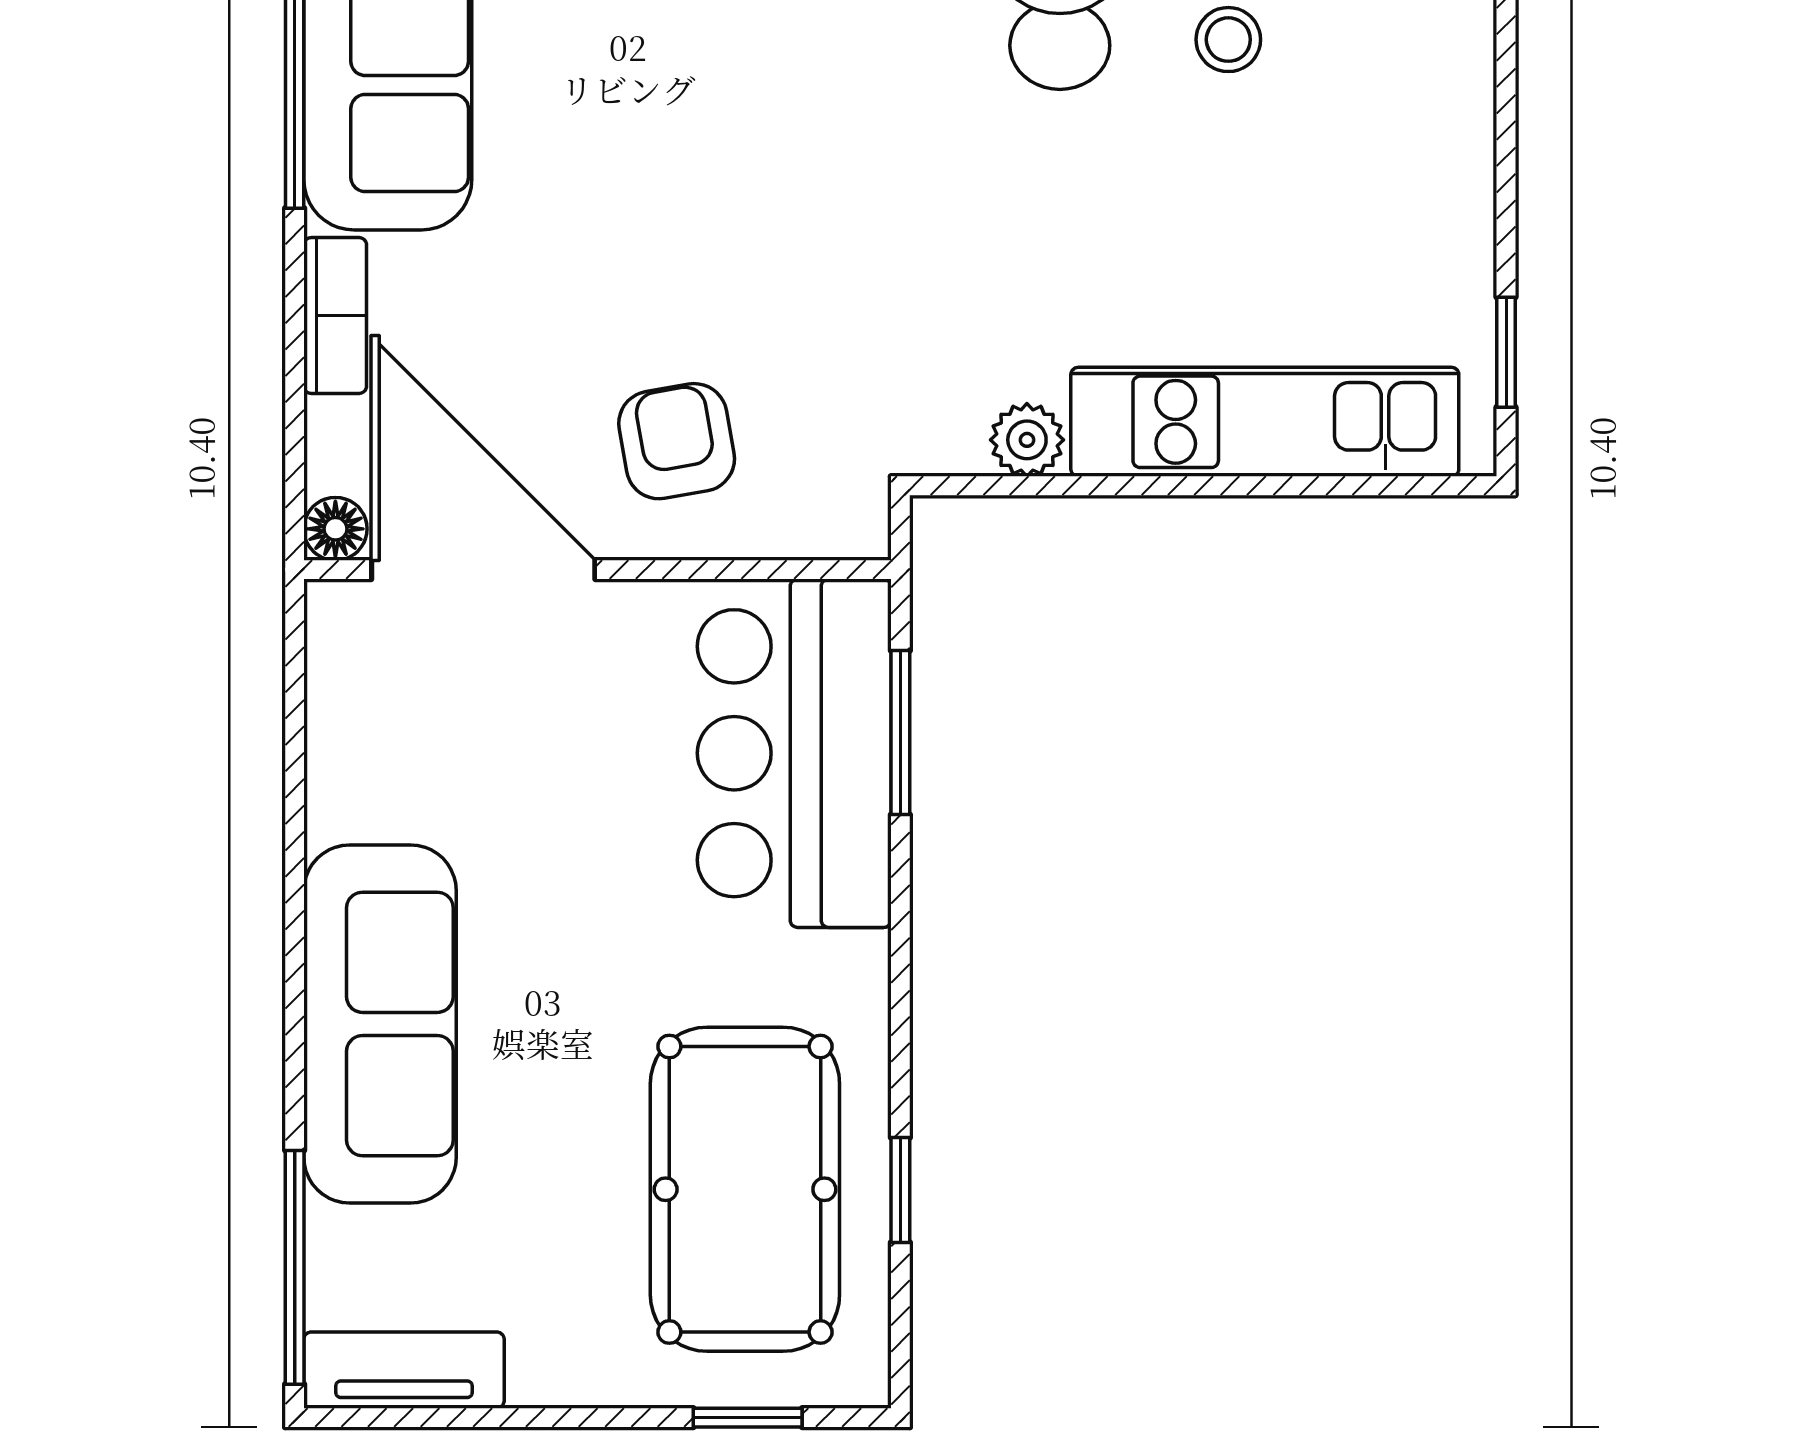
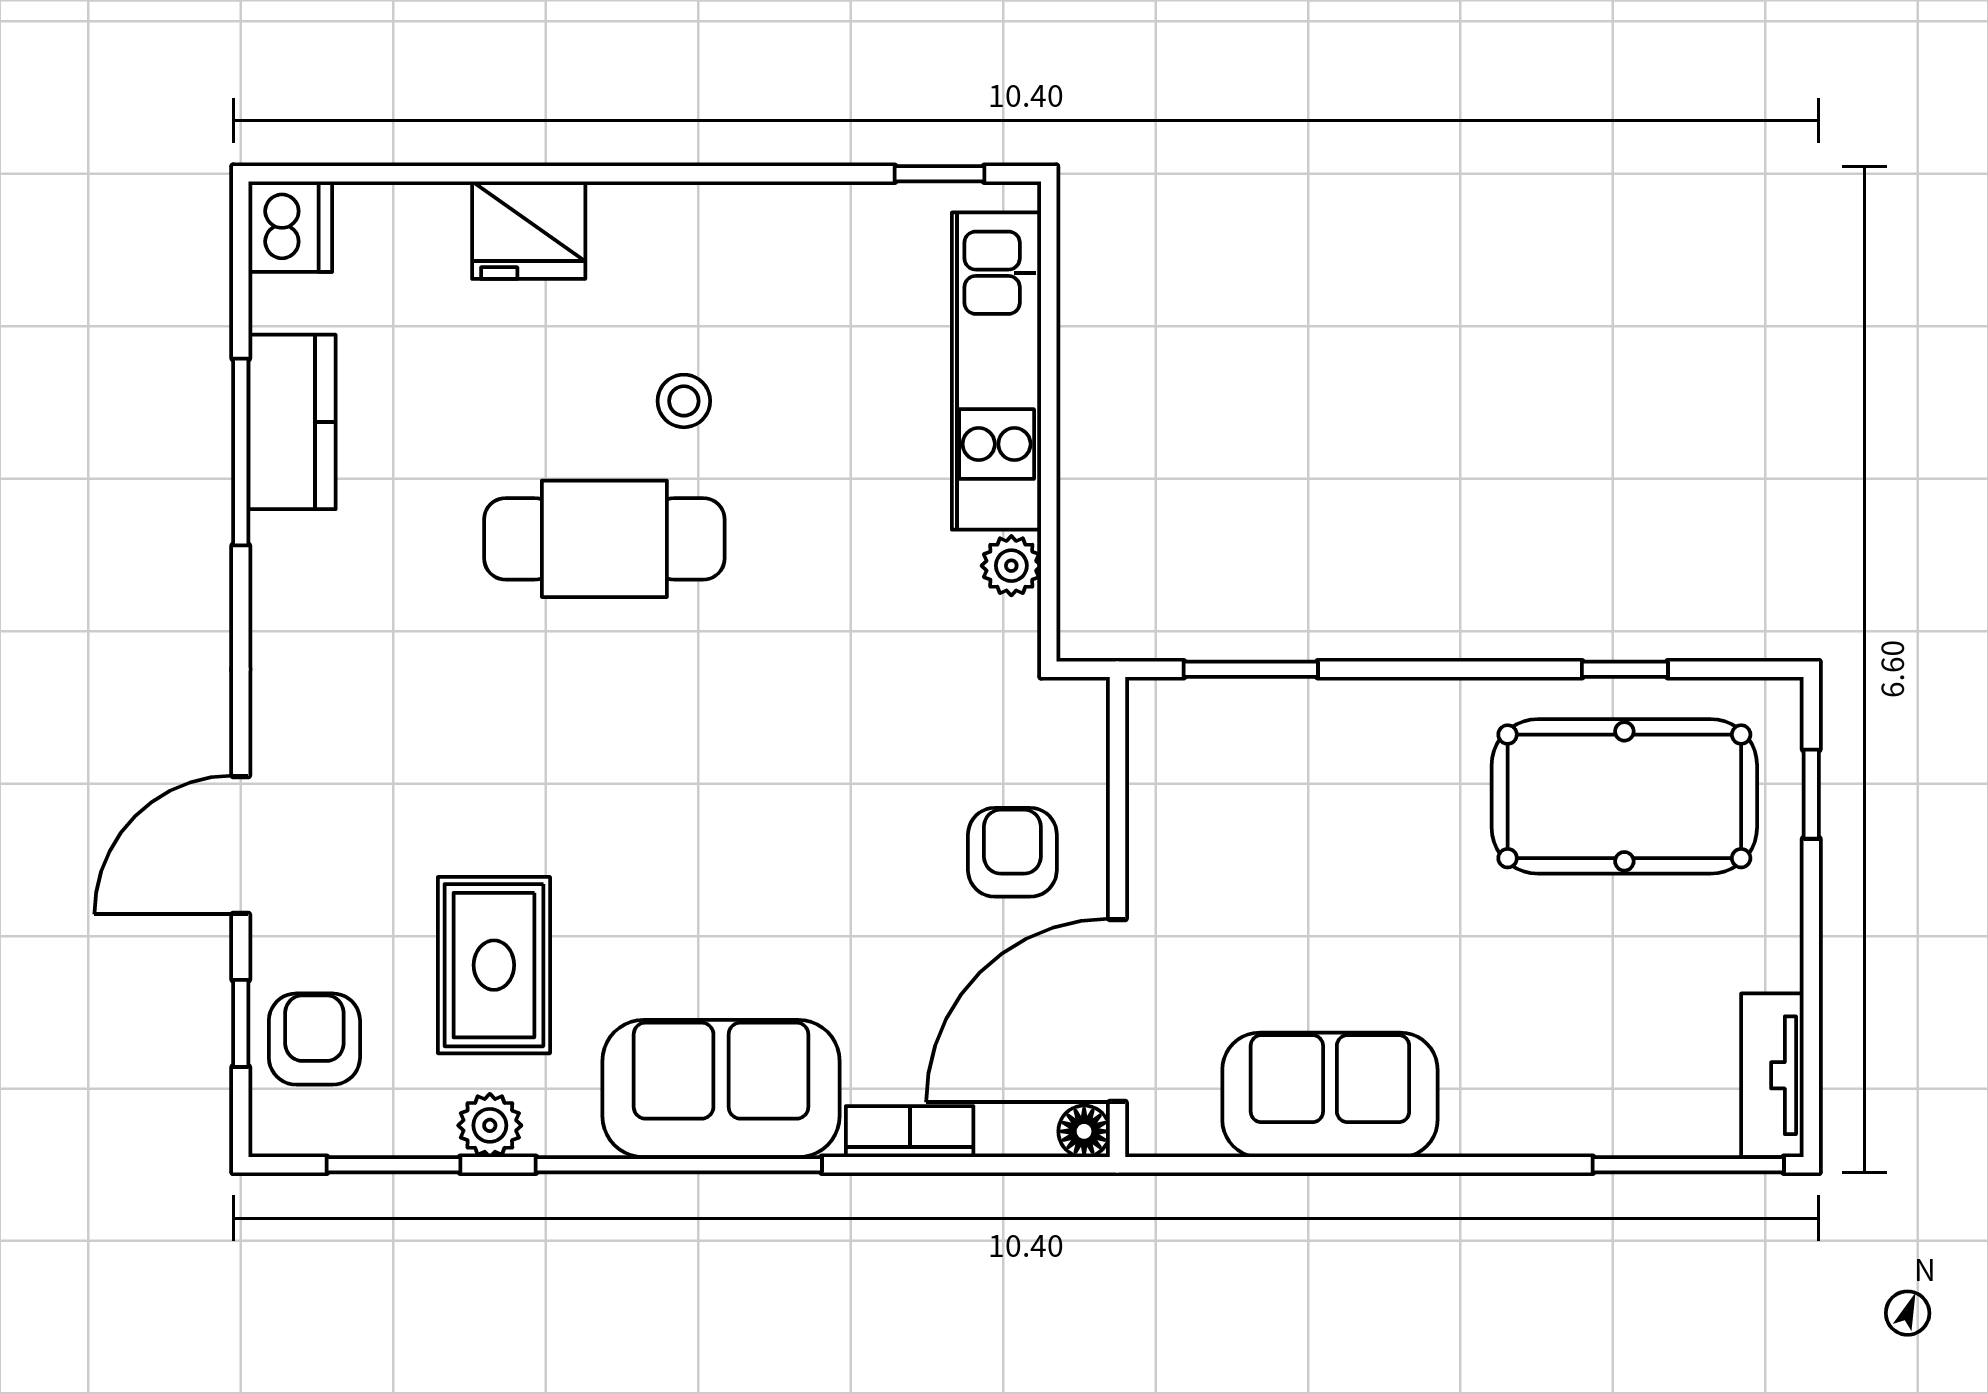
armchair: (677, 441) -> (1012, 852), turned 100
bar counter: (794, 753) -> (1268, 756), removed
sofa: (380, 1024) -> (1330, 1095), moved, width x0.73

